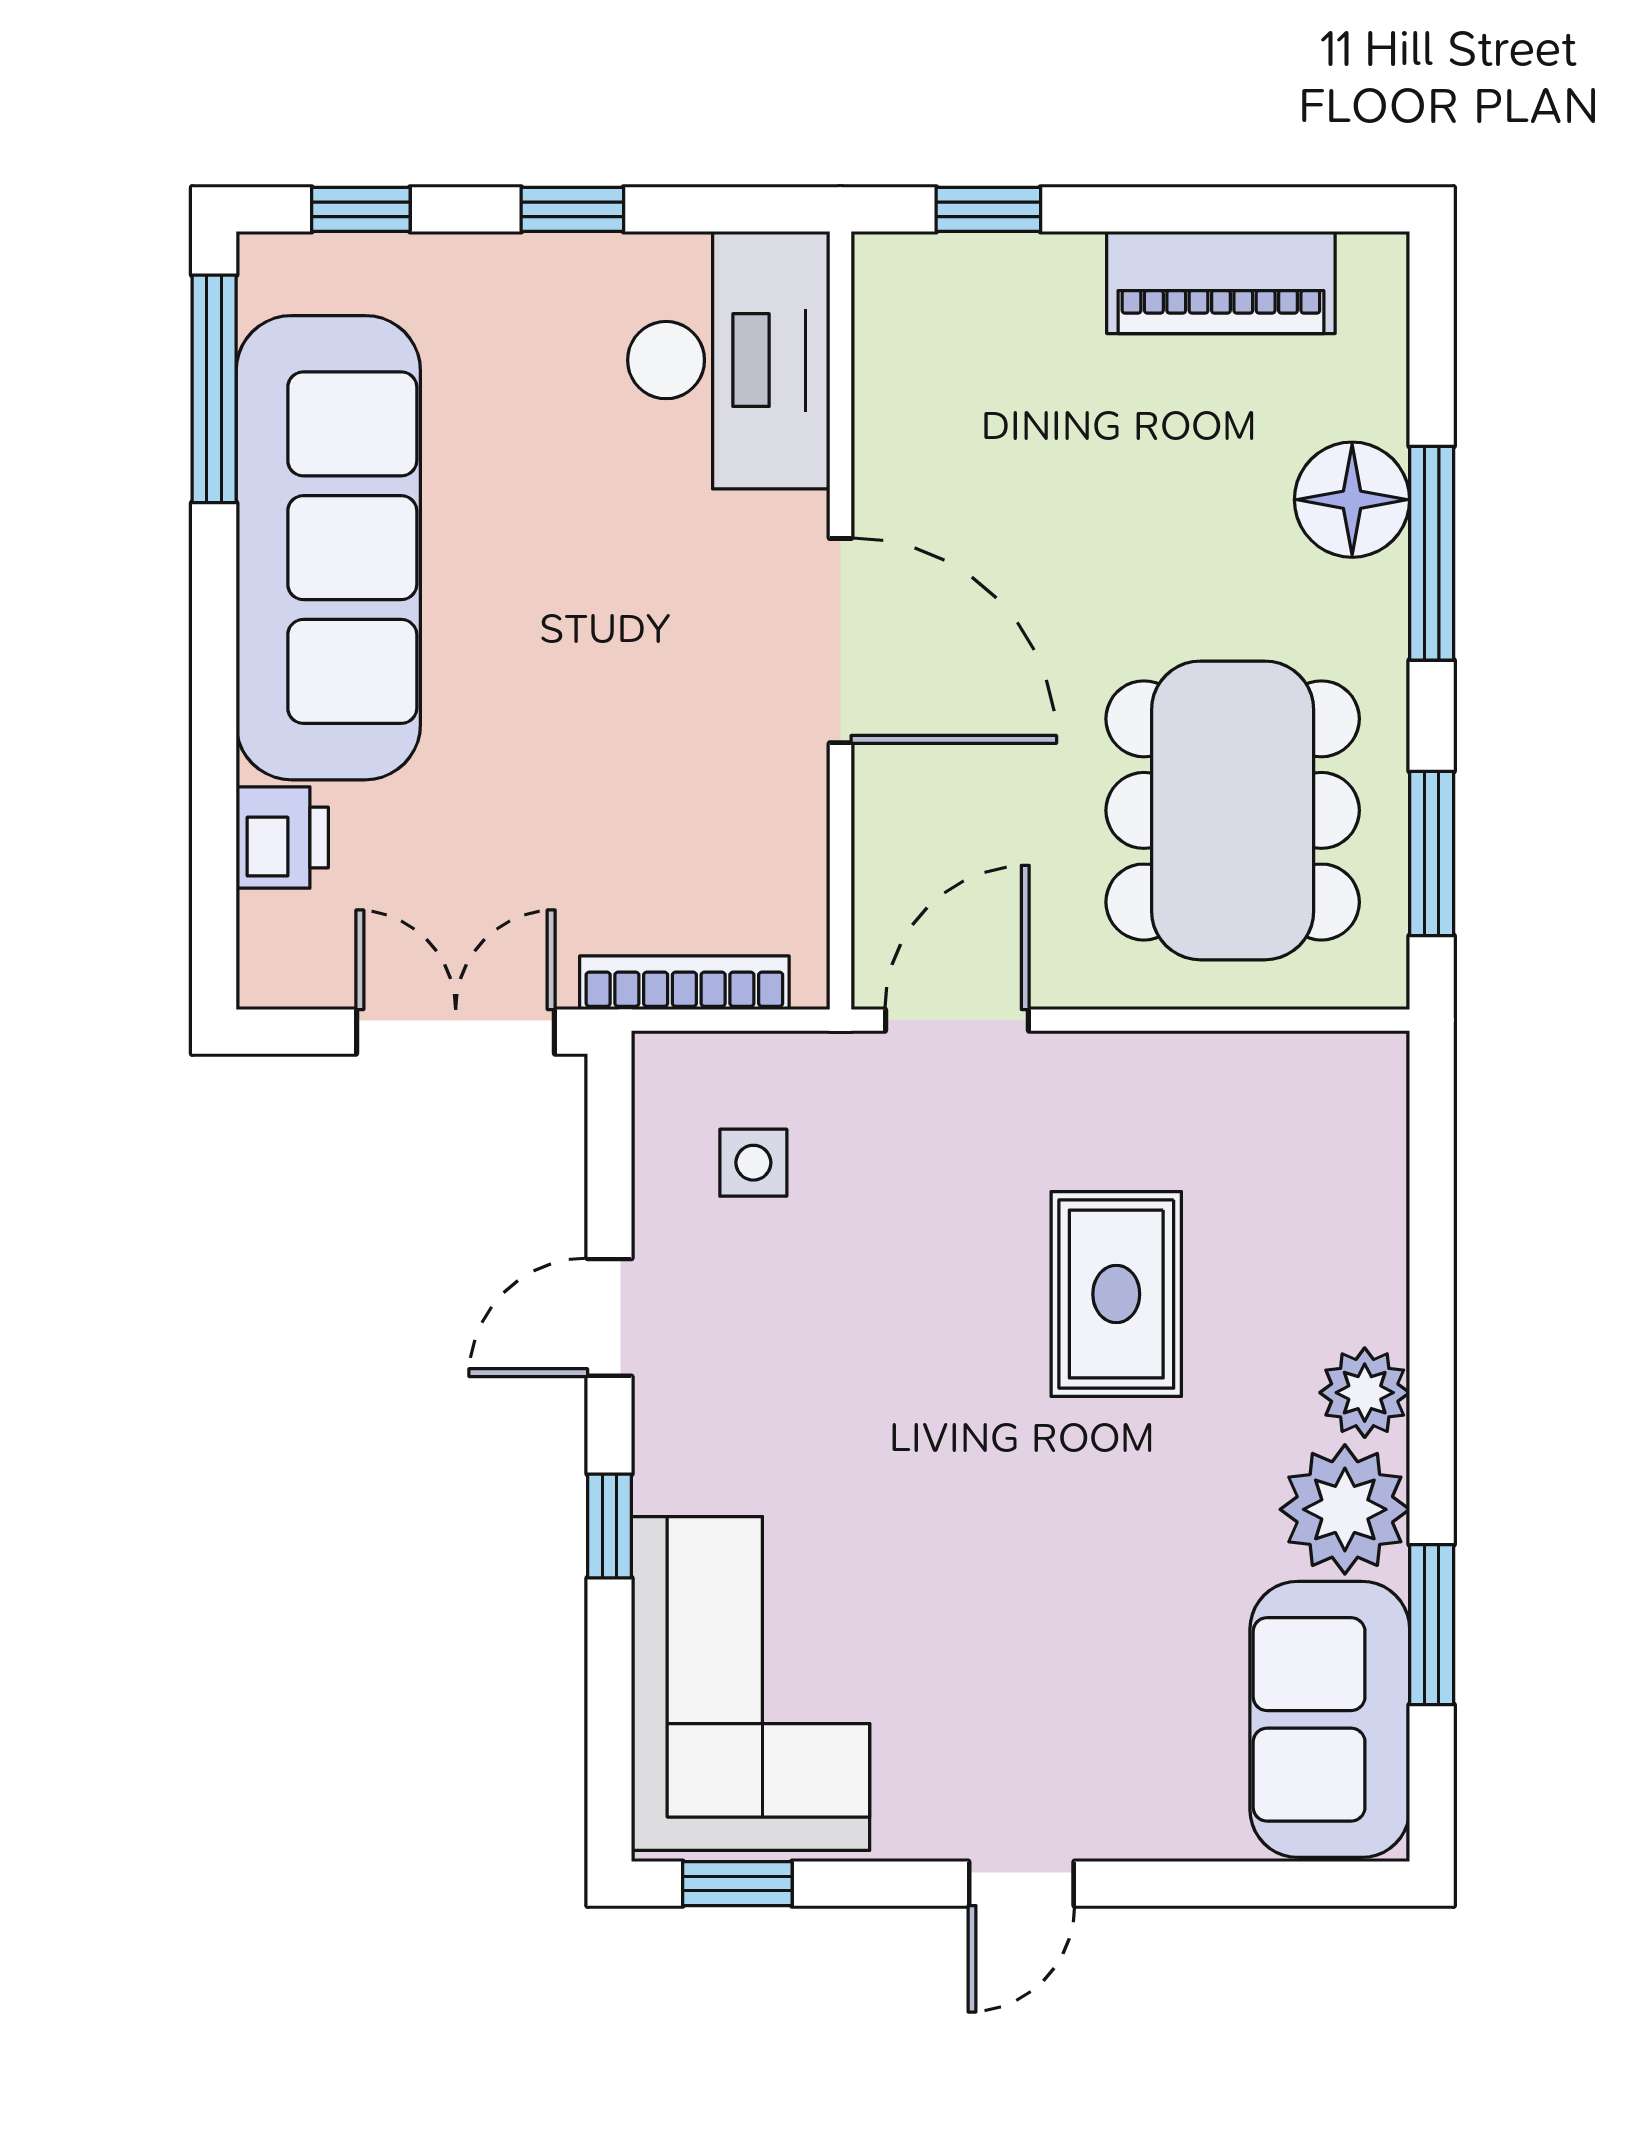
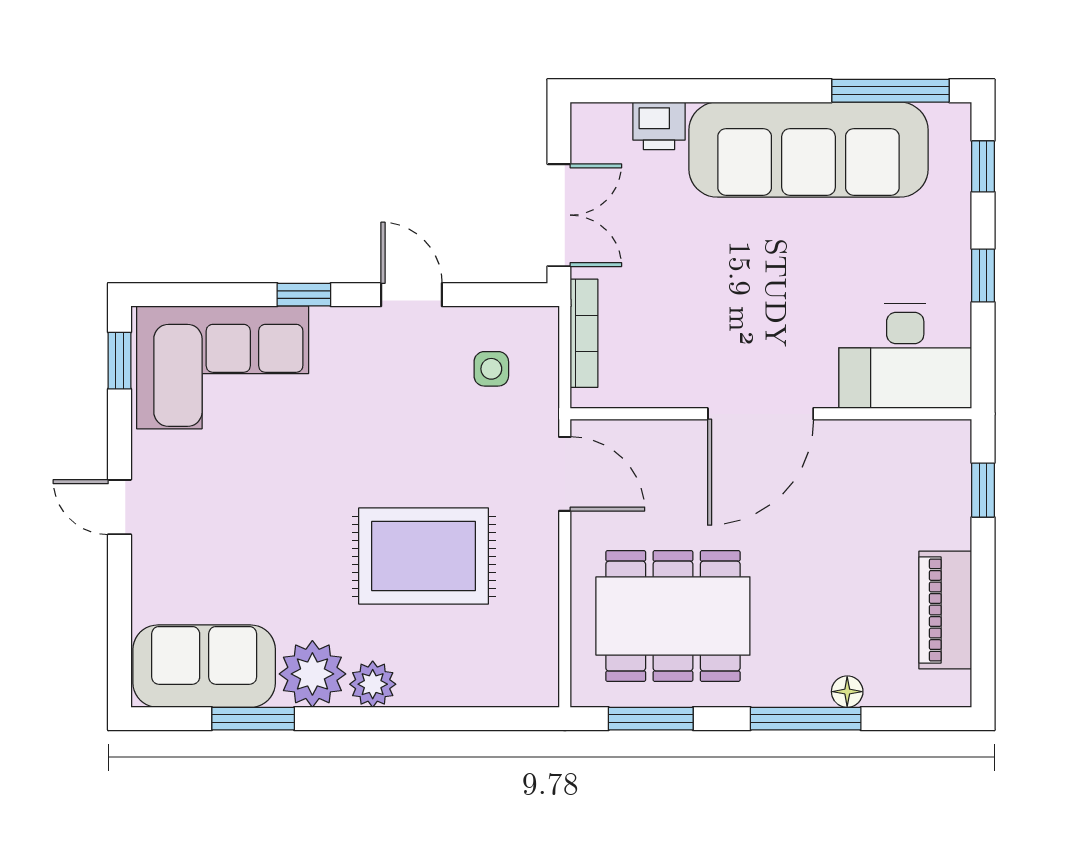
floor lamp: (1352, 500) -> (847, 692), width x0.53, depth x0.53
rug: (1116, 1294) -> (424, 556), width x1.36, depth x1.43

